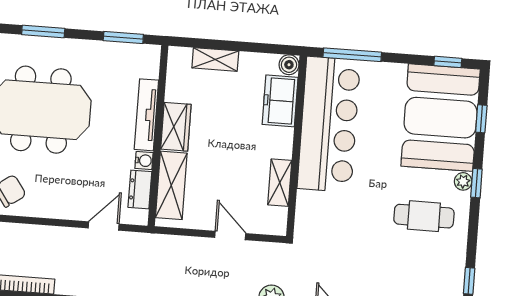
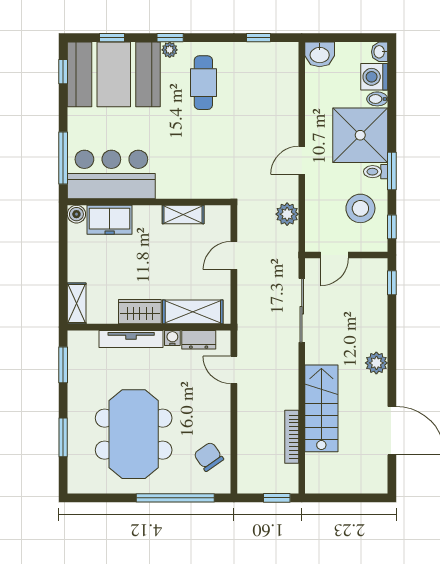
shelving: (215, 59) -> (77, 303), moved
bar counter: (329, 124) -> (111, 174), width x0.73

